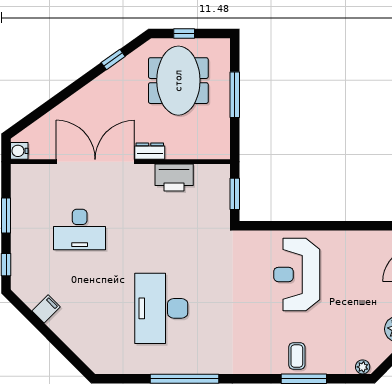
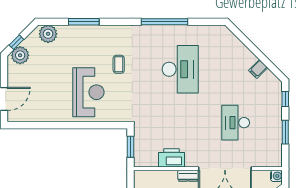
desk: (80, 230) -> (236, 123), turned -90
coffee table: (297, 356) -> (119, 64), moved
plant: (363, 367) -> (48, 34), width x1.88, depth x1.88

